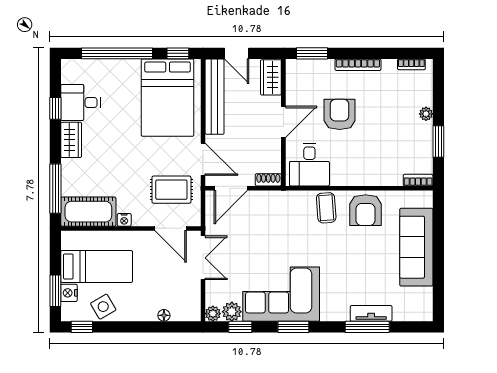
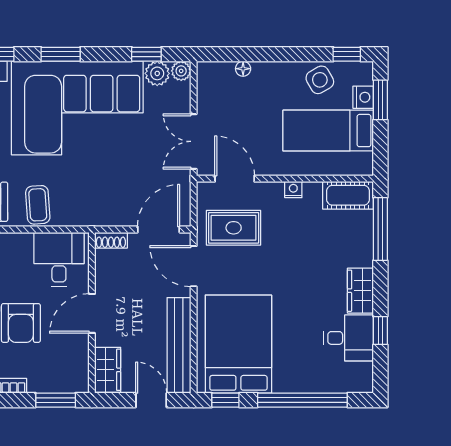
cot: (88, 212) -> (348, 195), width x0.73, depth x0.75
corner sofa: (281, 294) -> (77, 108), width x1.36, depth x1.36
window: (293, 327) -> (61, 54), moved

